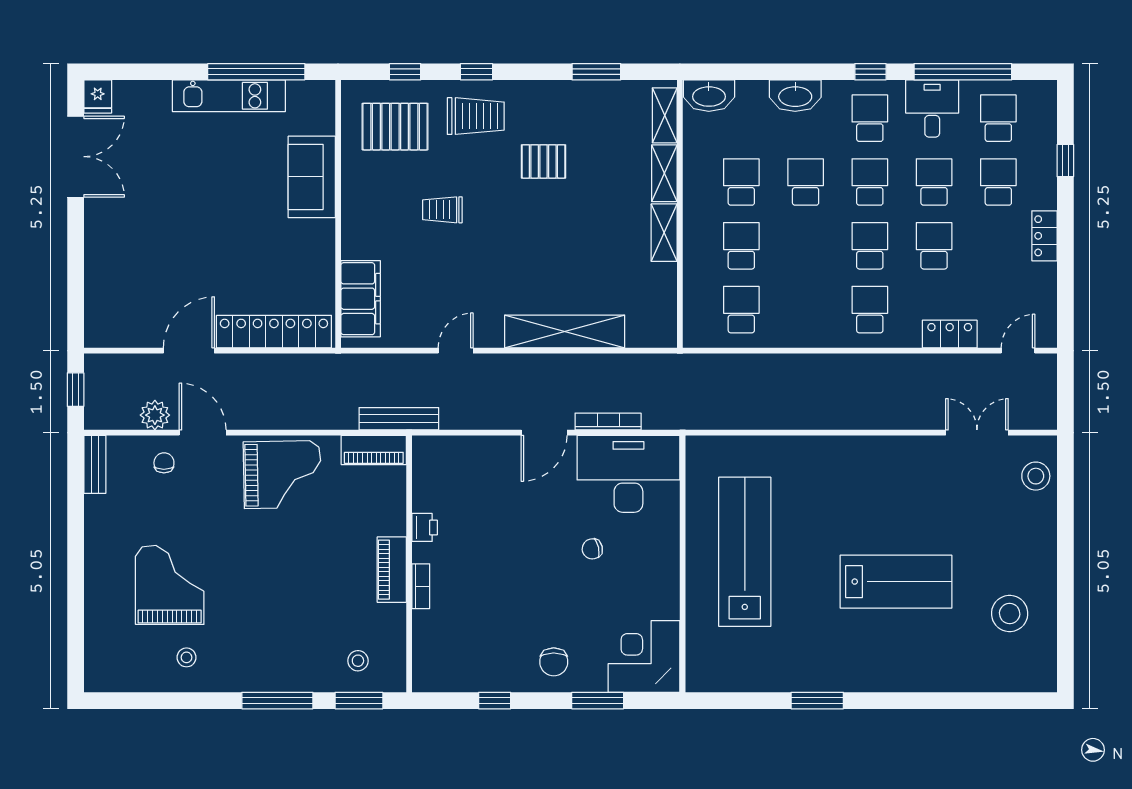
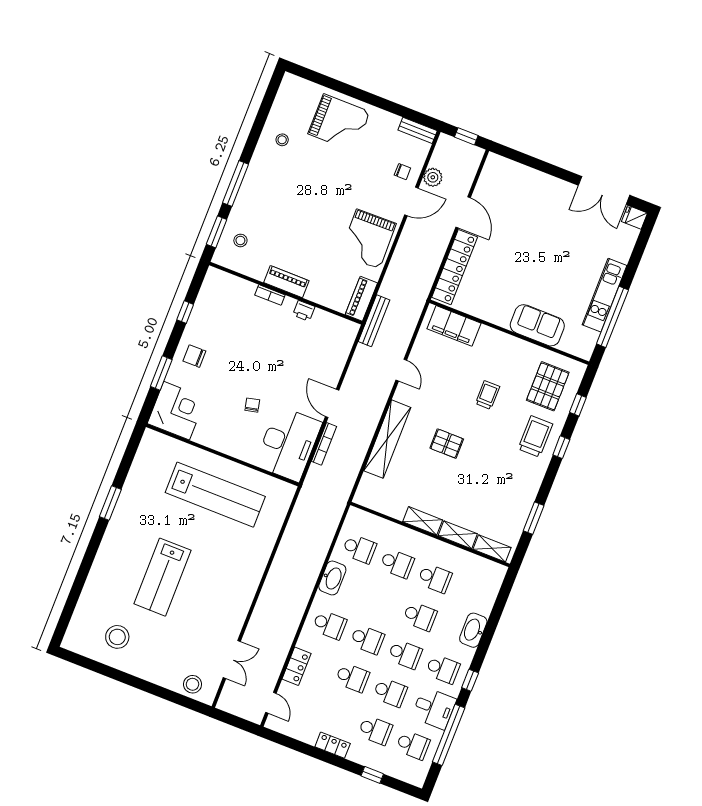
washbasin: (709, 96) -> (332, 578), moved, turned 180
trolley: (476, 116) -> (535, 436), turned 180
pallet: (543, 161) -> (447, 444), moved, turned 90
grand piano: (170, 585) -> (339, 123), moved

